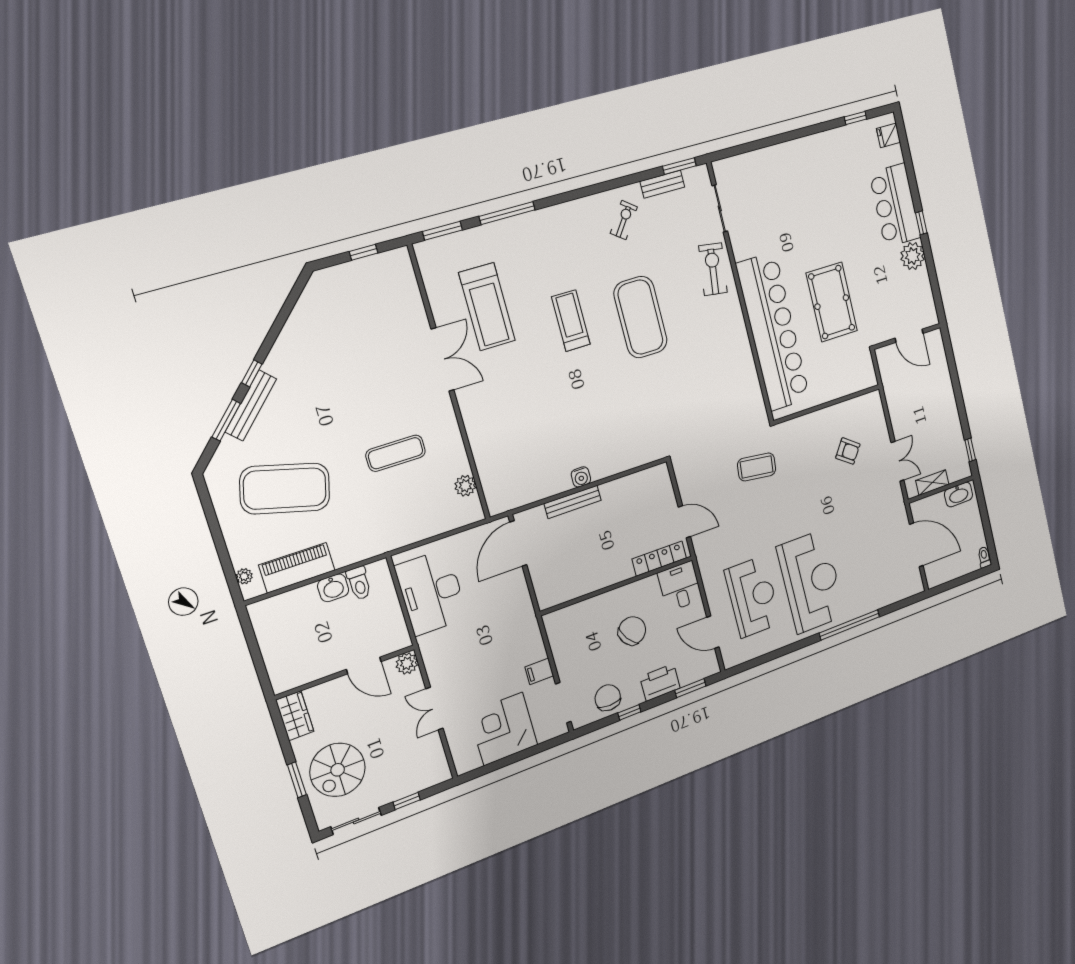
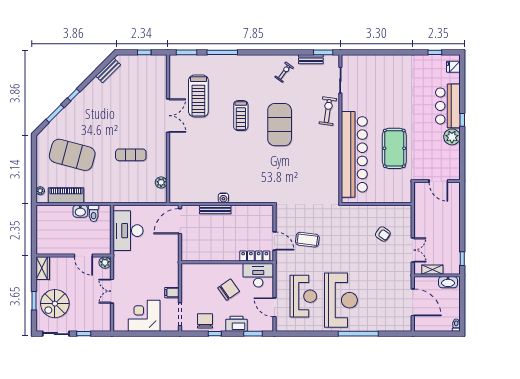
treadmill: (571, 321) -> (241, 116), turned 180
bench: (251, 405) -> (108, 70), moved, width x0.73
coffee table: (757, 467) -> (307, 240), moved
desk: (680, 586) -> (258, 275), width x1.37

